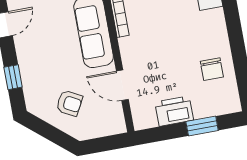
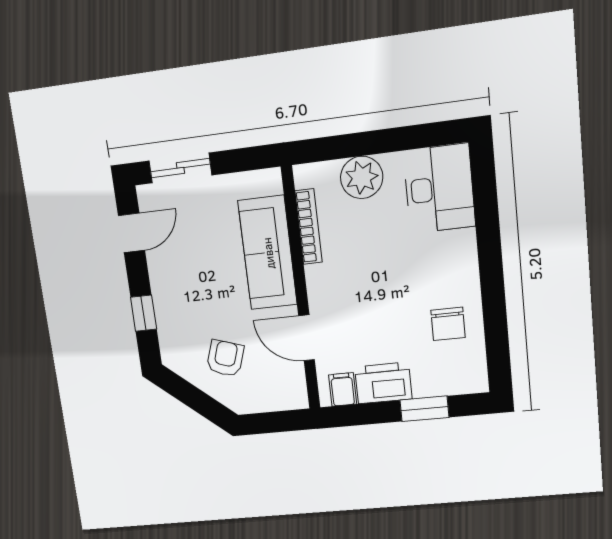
armchair: (69, 103) -> (225, 358), turned -100
filing cabinet: (148, 118) -> (343, 389), added

